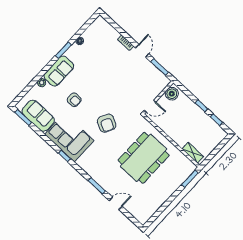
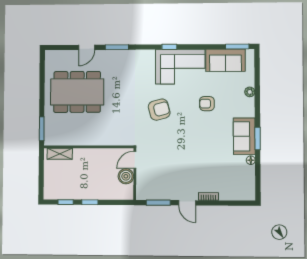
sofa: (59, 71) -> (244, 136), moved
boiler: (172, 94) -> (126, 176), moved
armchair: (107, 123) -> (159, 110), turned 137
dining table: (144, 158) -> (77, 92), moved, turned 90

